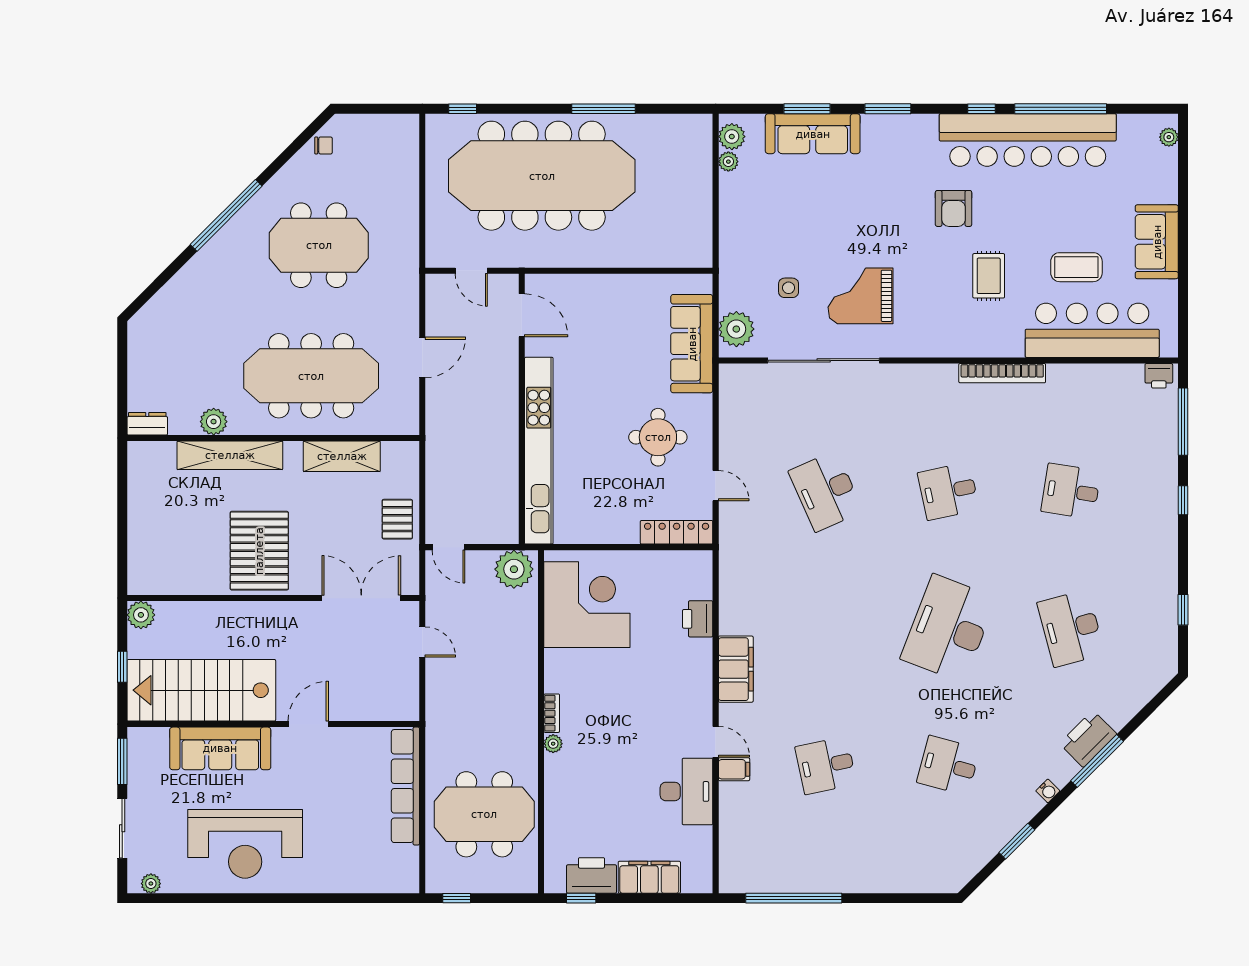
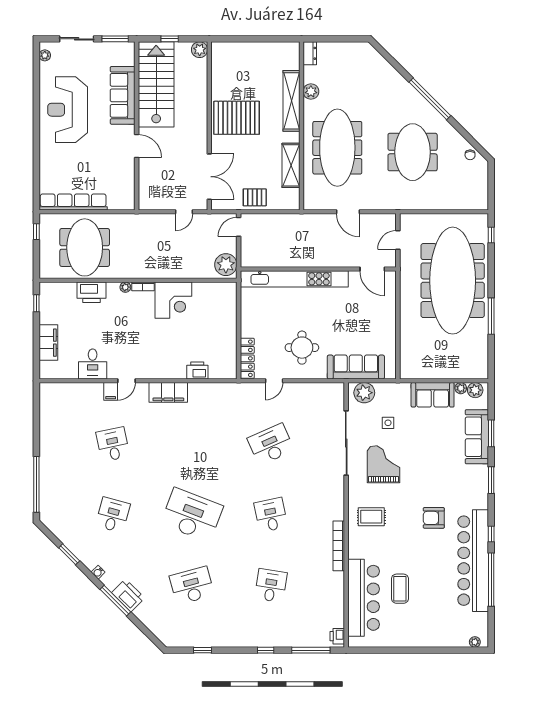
sofa: (1157, 242) -> (433, 395), moved, turned 180
rug: (989, 276) -> (371, 517), moved
door: (522, 315) -> (372, 269), hinge flipped
corner desk: (587, 605) -> (173, 300), moved, width x0.74, depth x0.74
row of seats: (405, 786) -> (73, 202), moved
desk: (686, 791) -> (93, 364), width x0.73
printer: (591, 875) -> (92, 292), moved, turned 90
window: (794, 898) -> (36, 484), moved

